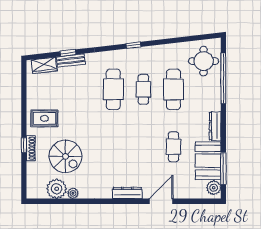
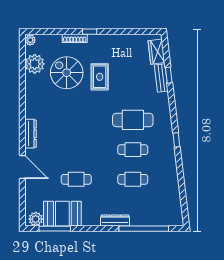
round table: (204, 61) -> (161, 209), removed
cafe table: (173, 89) -> (133, 179), width x0.73, depth x0.74
rug: (44, 118) -> (100, 77), moved
dresser: (215, 126) -> (115, 220), moved
window: (24, 145) -> (90, 32), moved
spiral stairs: (65, 156) -> (67, 73), turned 90
plant: (73, 193) -> (30, 40), moved

